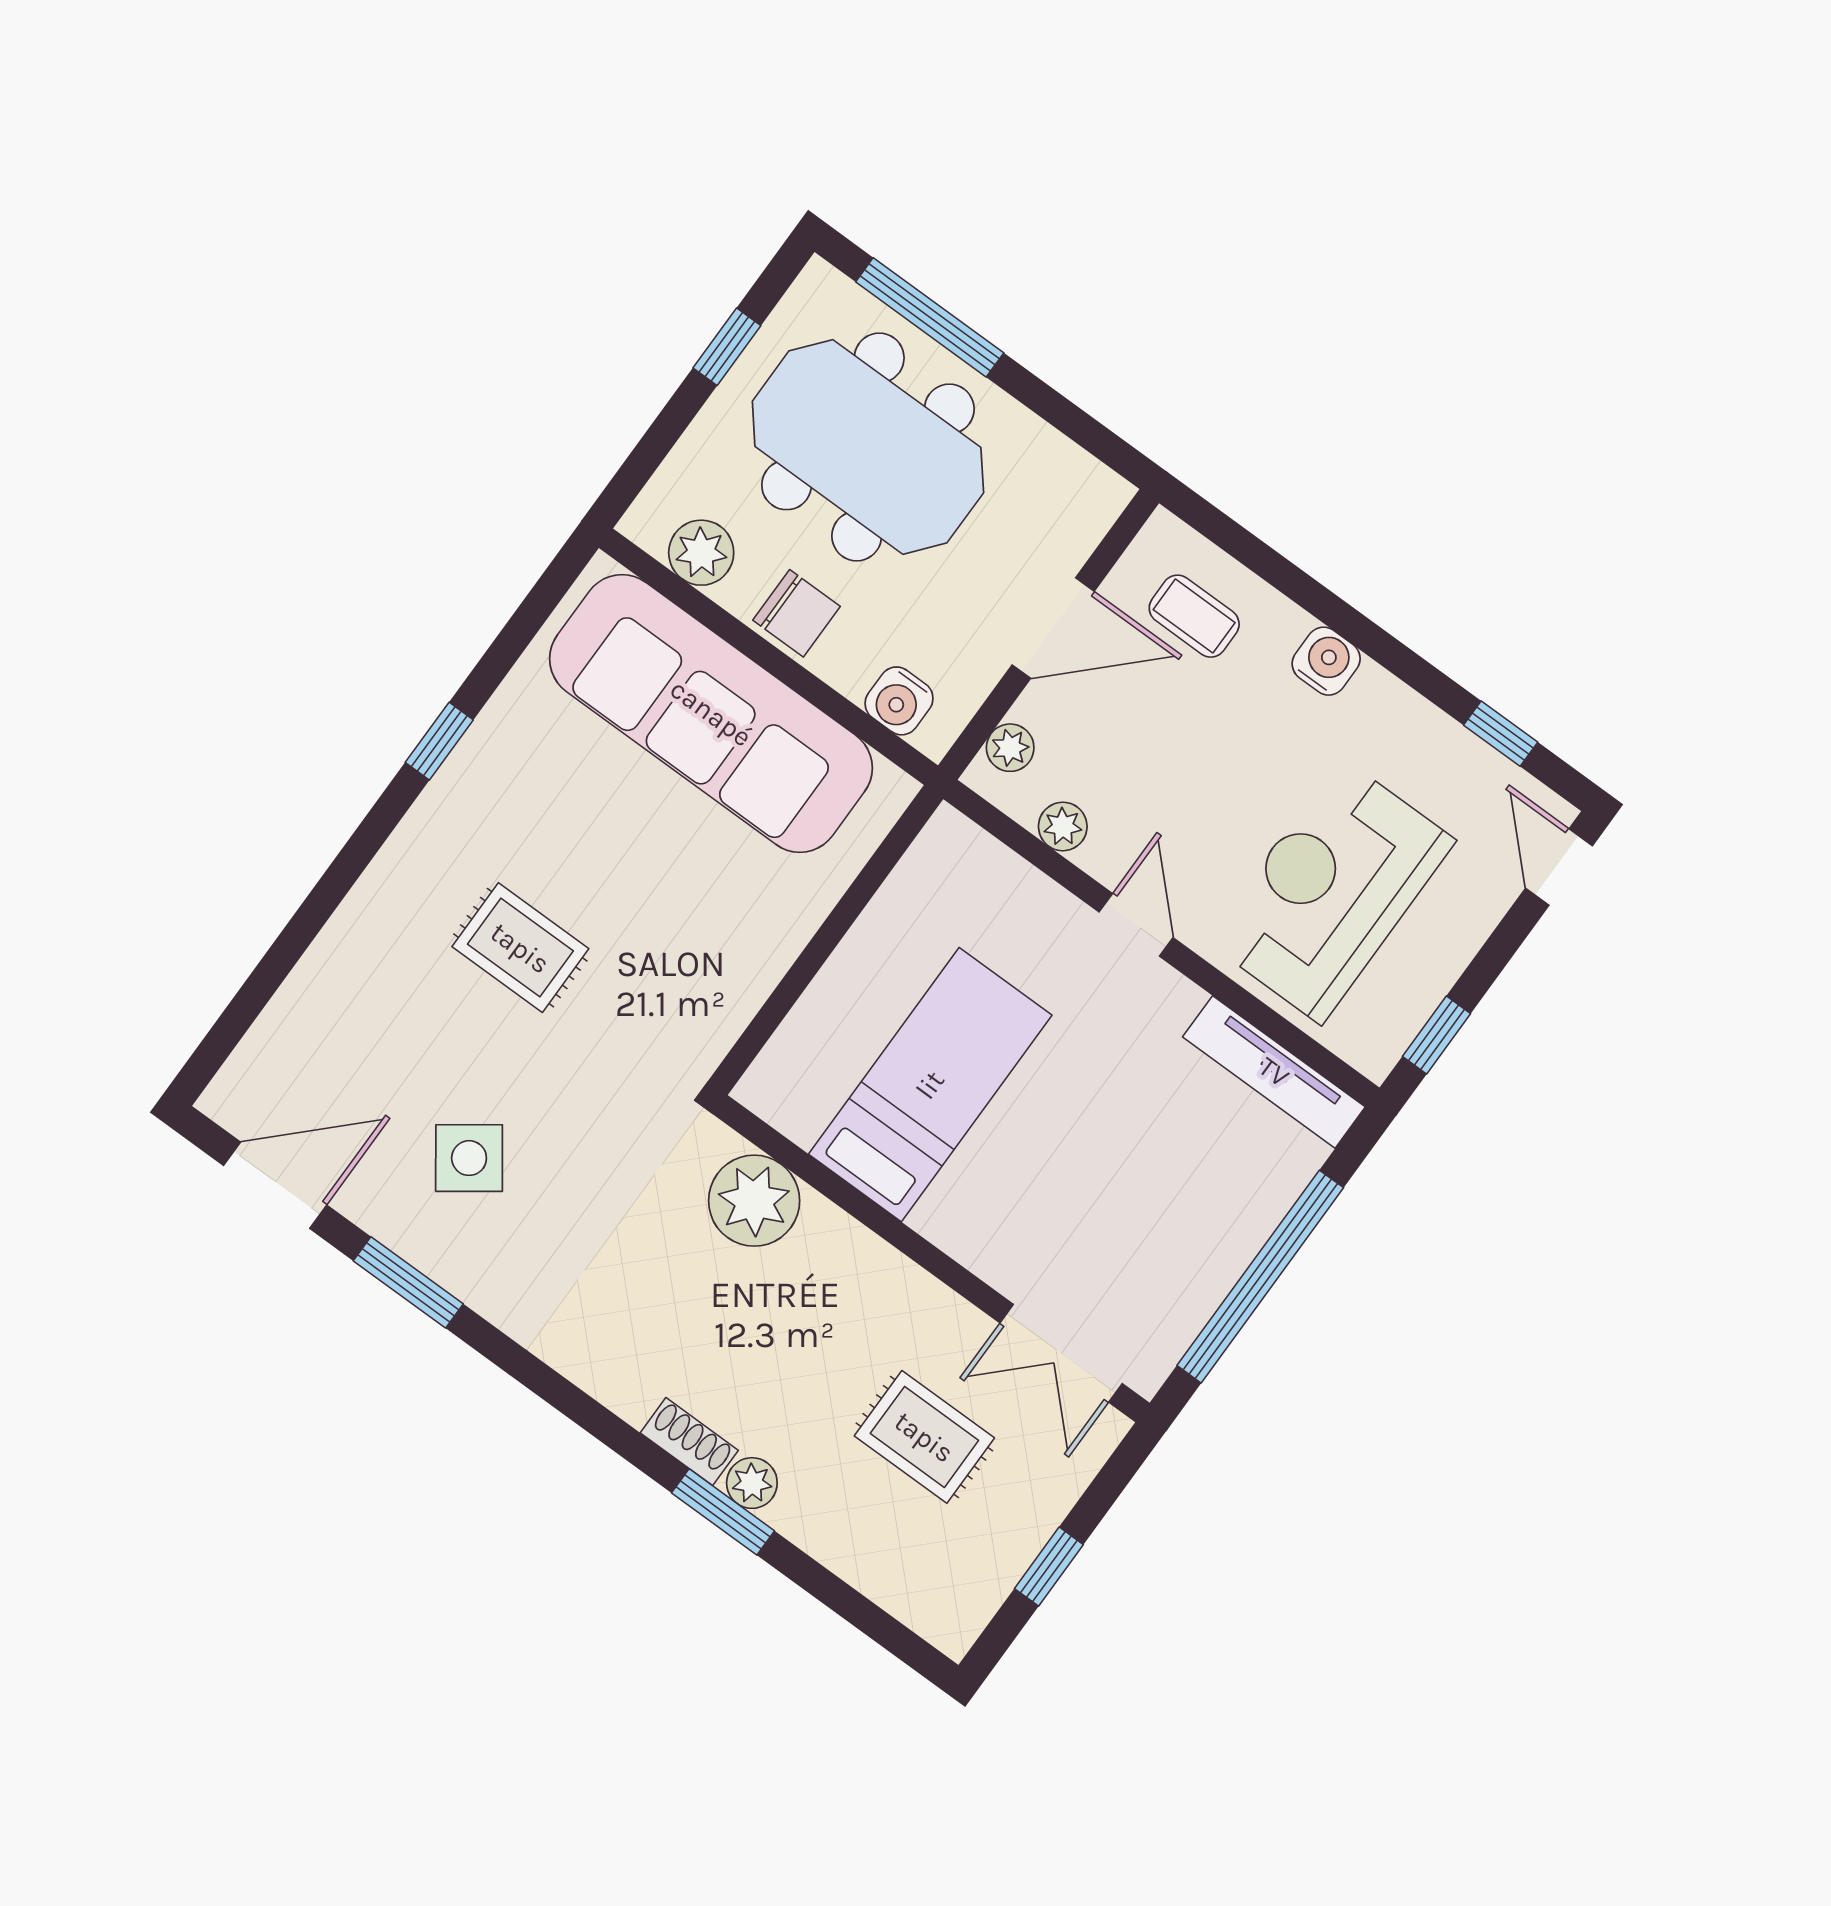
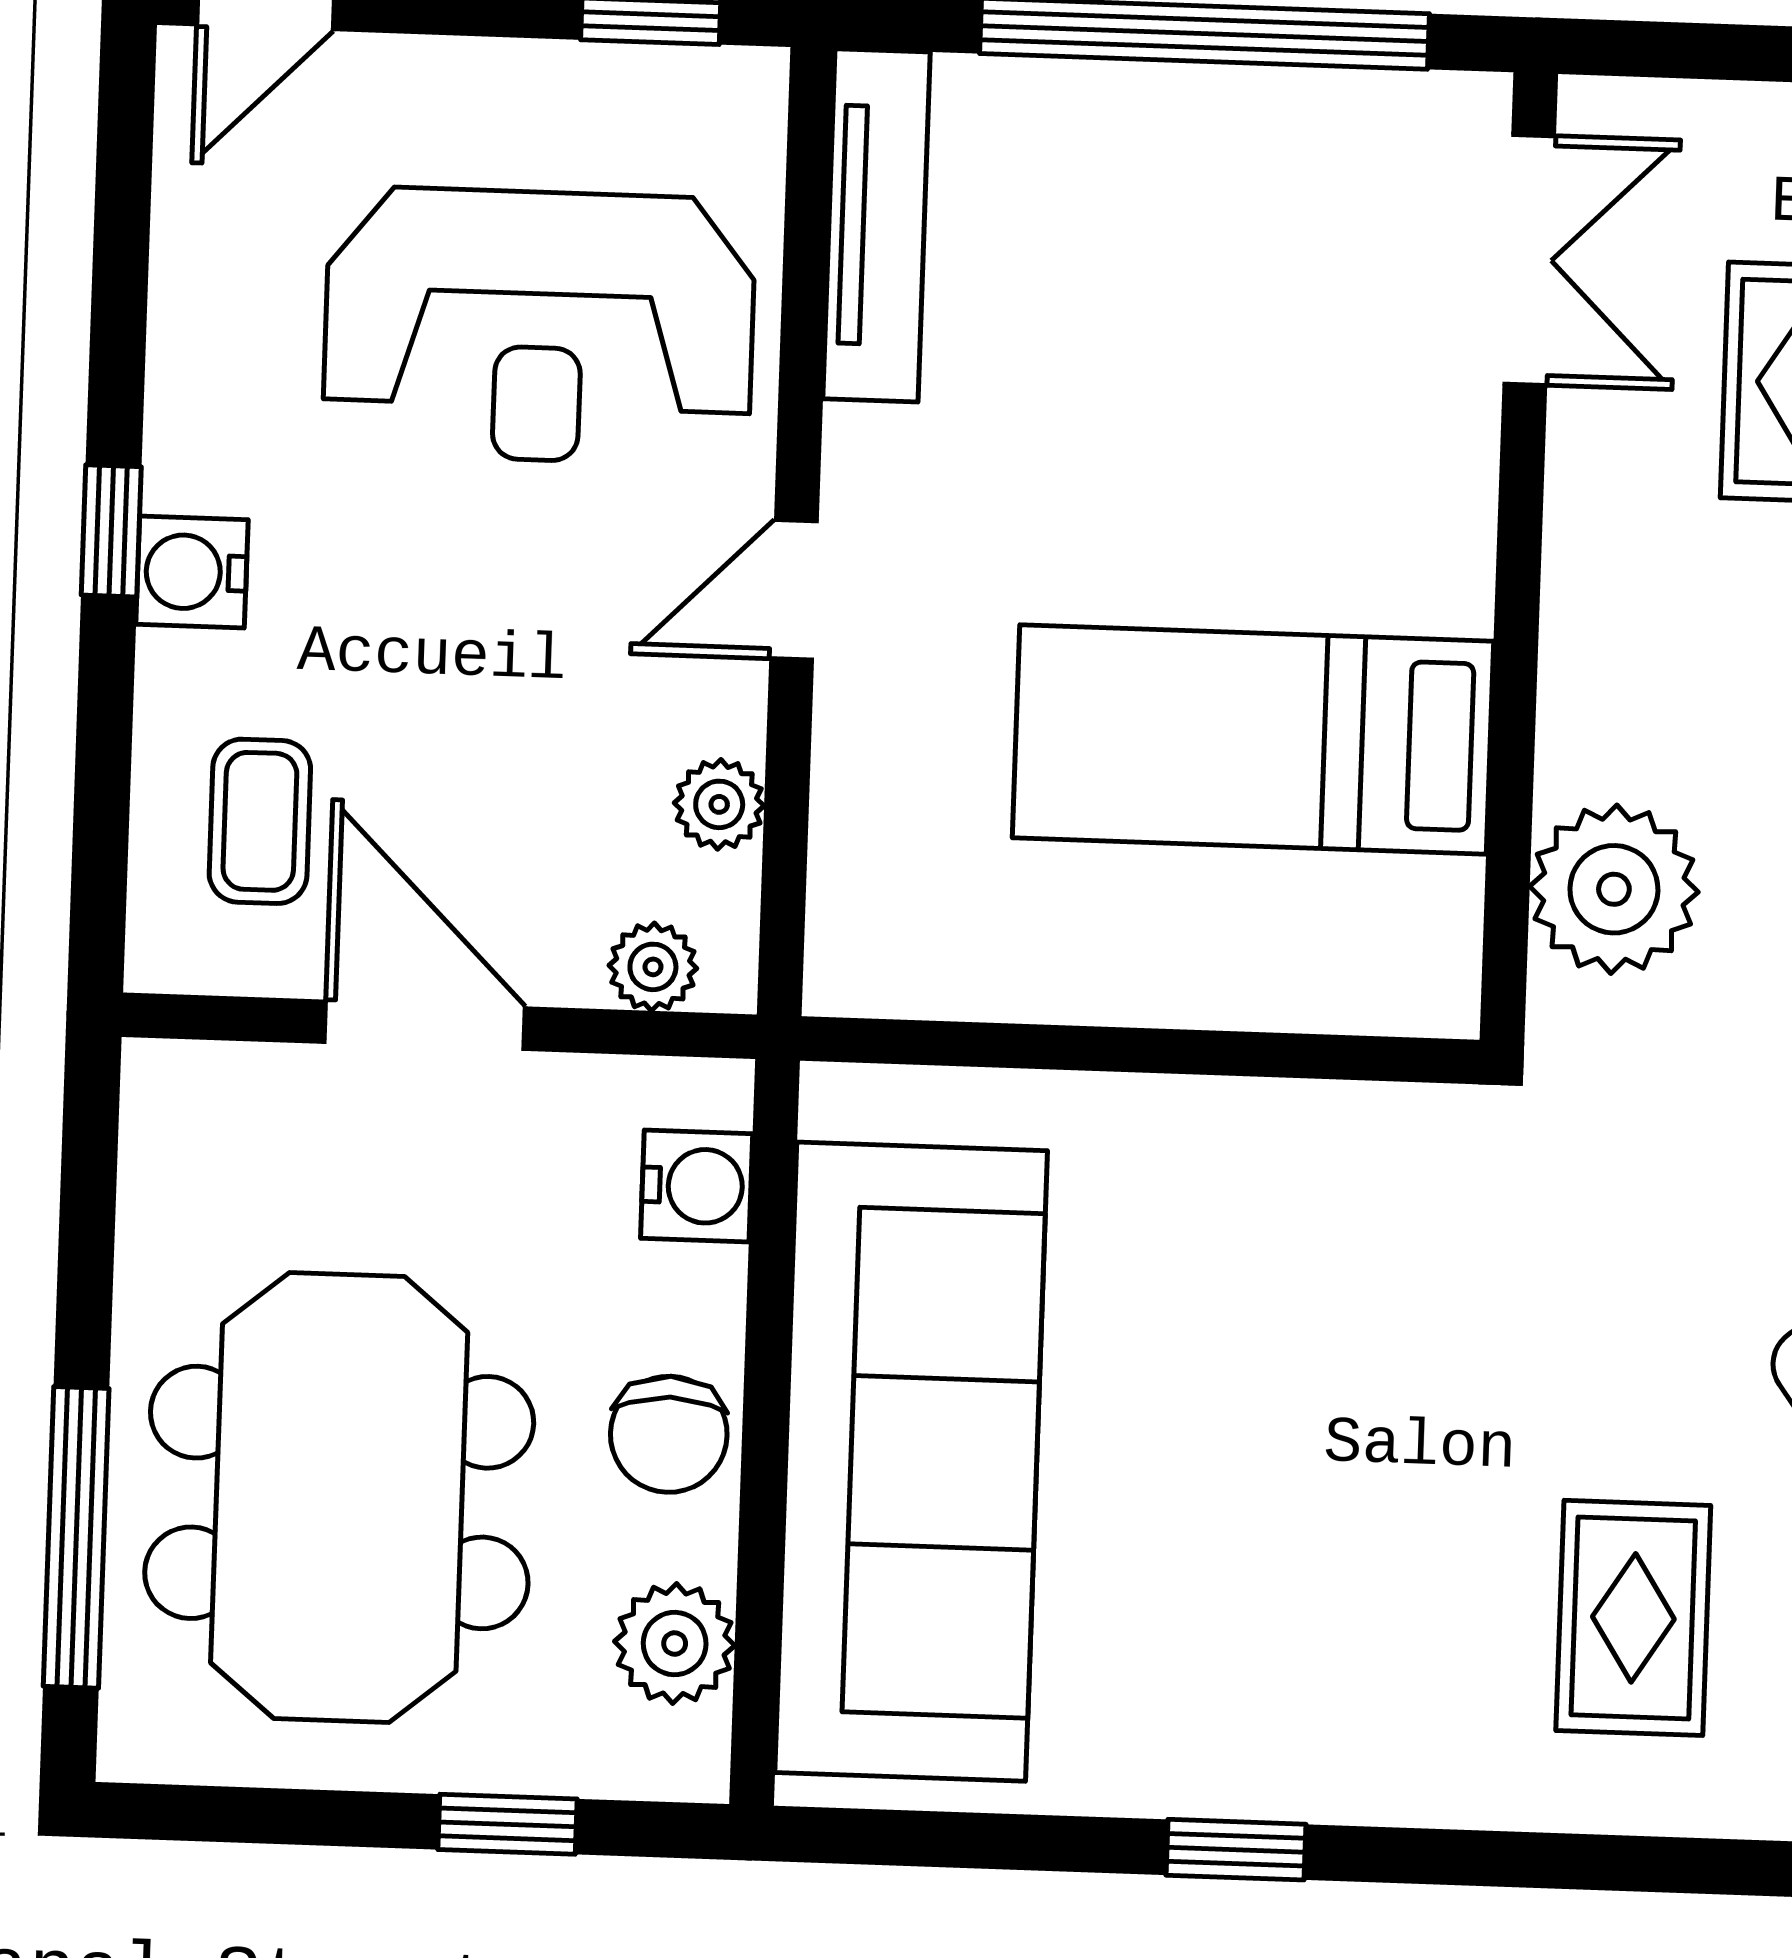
window: (727, 347) -> (507, 1824), moved
chair: (797, 613) -> (669, 1434), turned 180
window: (1501, 734) -> (111, 531), moved
rug: (520, 948) -> (1633, 1618), moved

